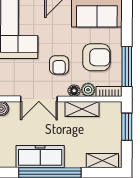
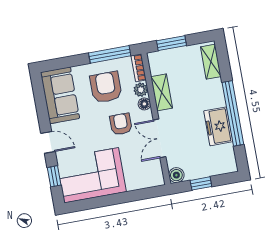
armchair: (59, 65) -> (121, 124), turned -90
double door: (39, 99) -> (159, 138), swing flipped
freezer: (40, 157) -> (218, 126), width x0.71

